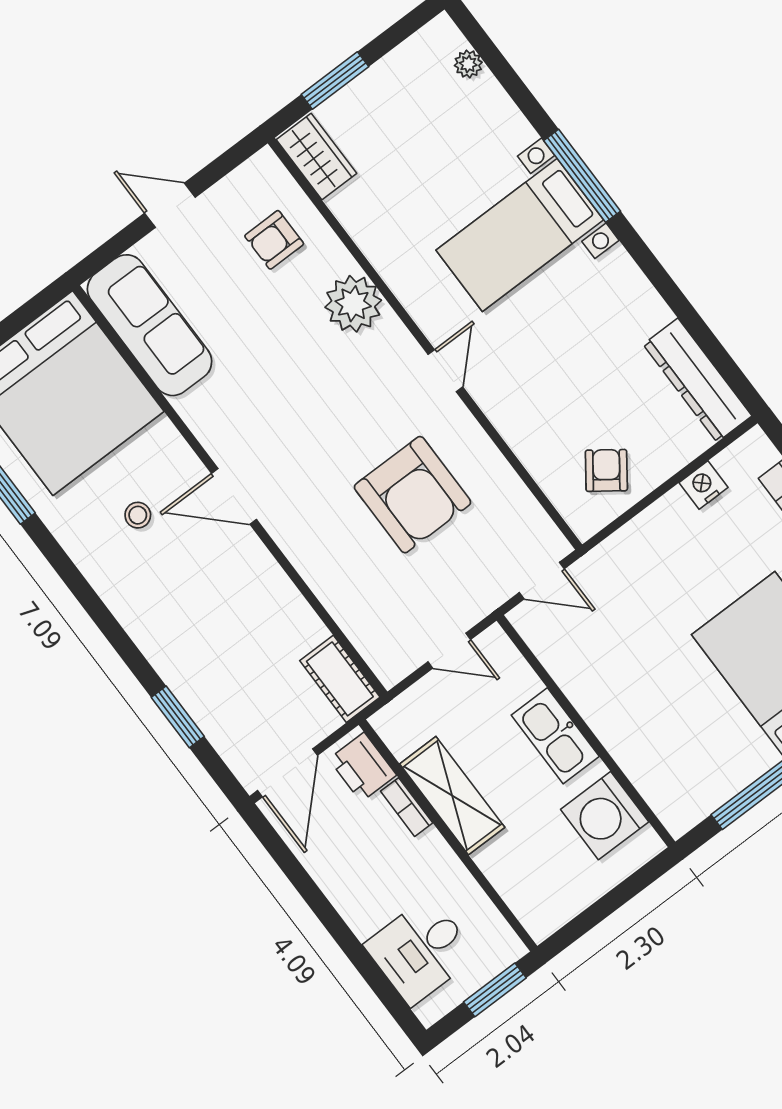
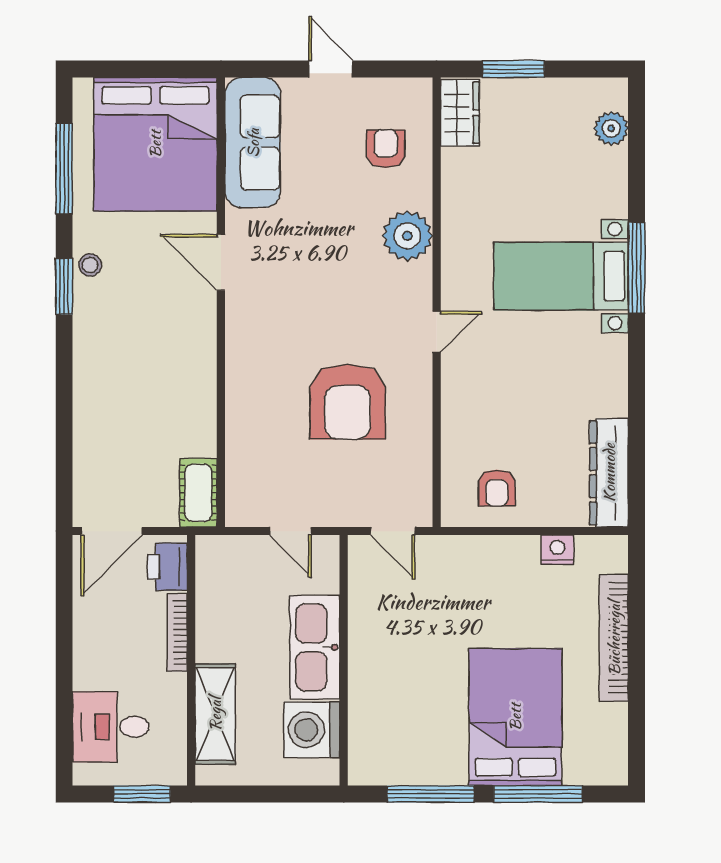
plant: (468, 64) -> (611, 128), width x1.38, depth x1.38
armchair: (274, 240) -> (386, 149), turned 90
armchair: (606, 470) -> (497, 488), turned 144
door: (234, 496) -> (221, 262), moved
stool: (138, 515) -> (90, 265), moved
window: (178, 717) -> (64, 286), moved
kitchen sink: (555, 736) -> (315, 647), width x1.36, depth x1.24
shelving: (452, 796) -> (215, 714), moved
bookcase: (407, 807) -> (177, 632), width x1.56

